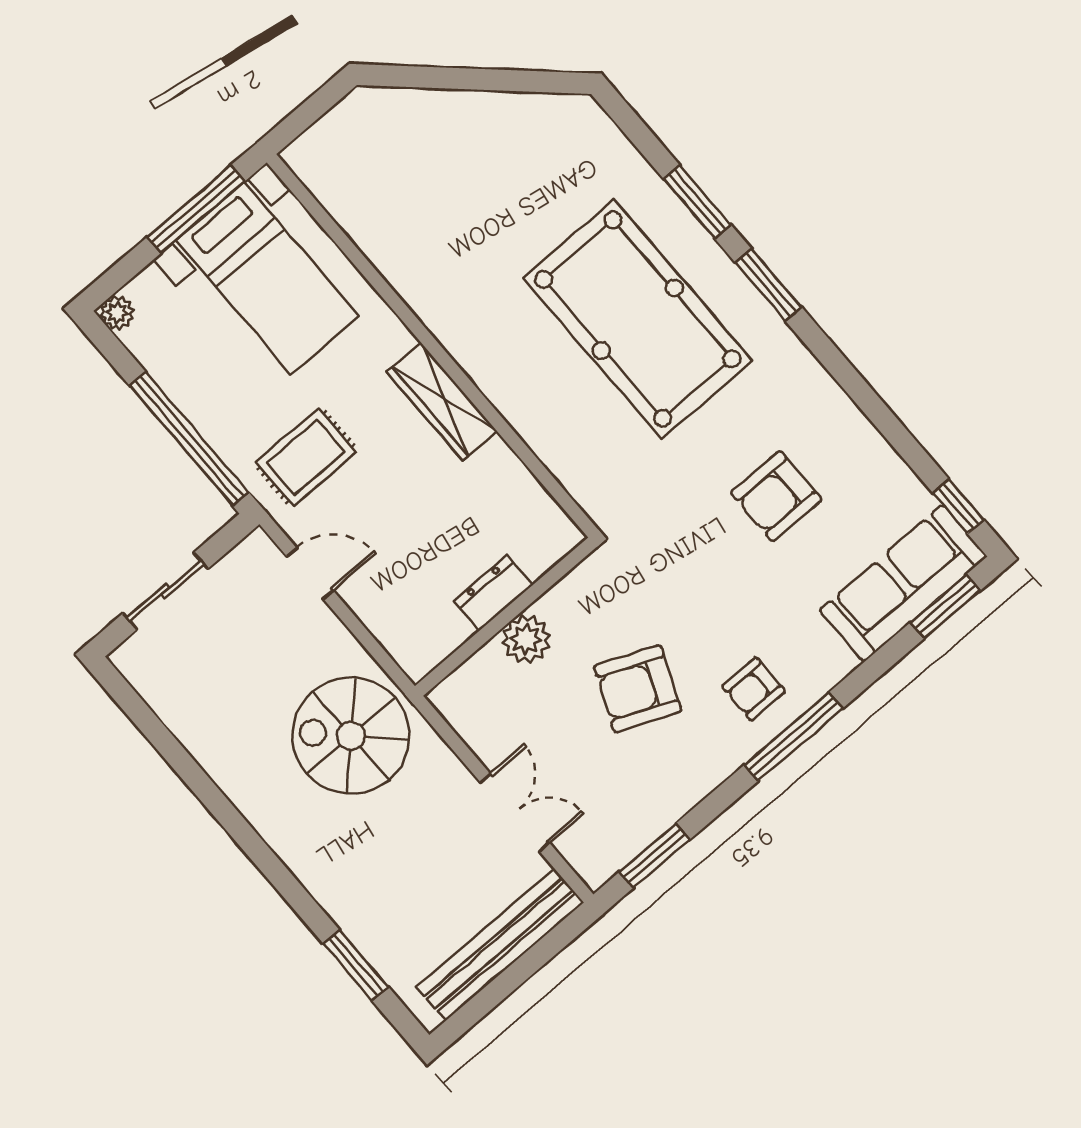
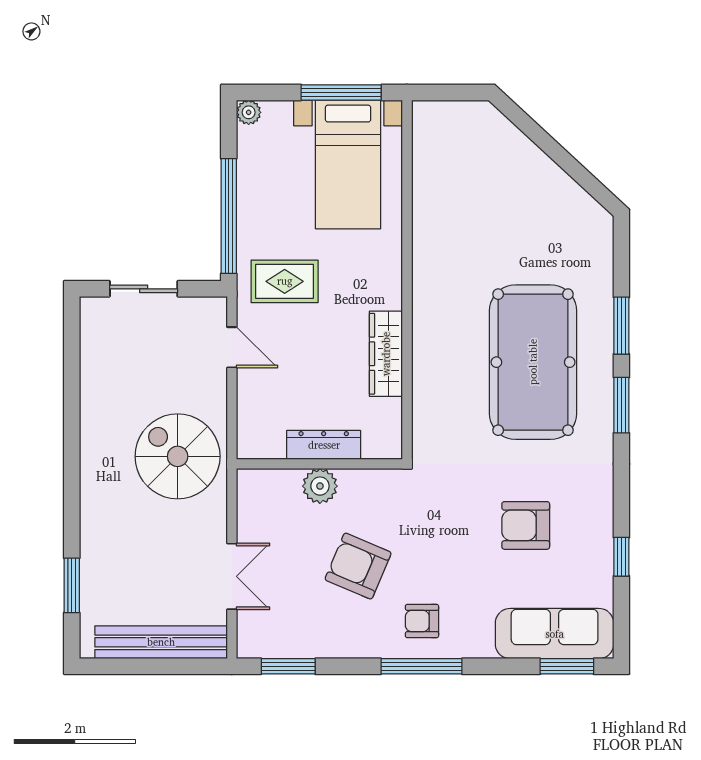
wardrobe: (442, 401) -> (386, 354), moved
window: (958, 506) -> (621, 557), moved
dresser: (493, 593) -> (324, 445), width x1.44

